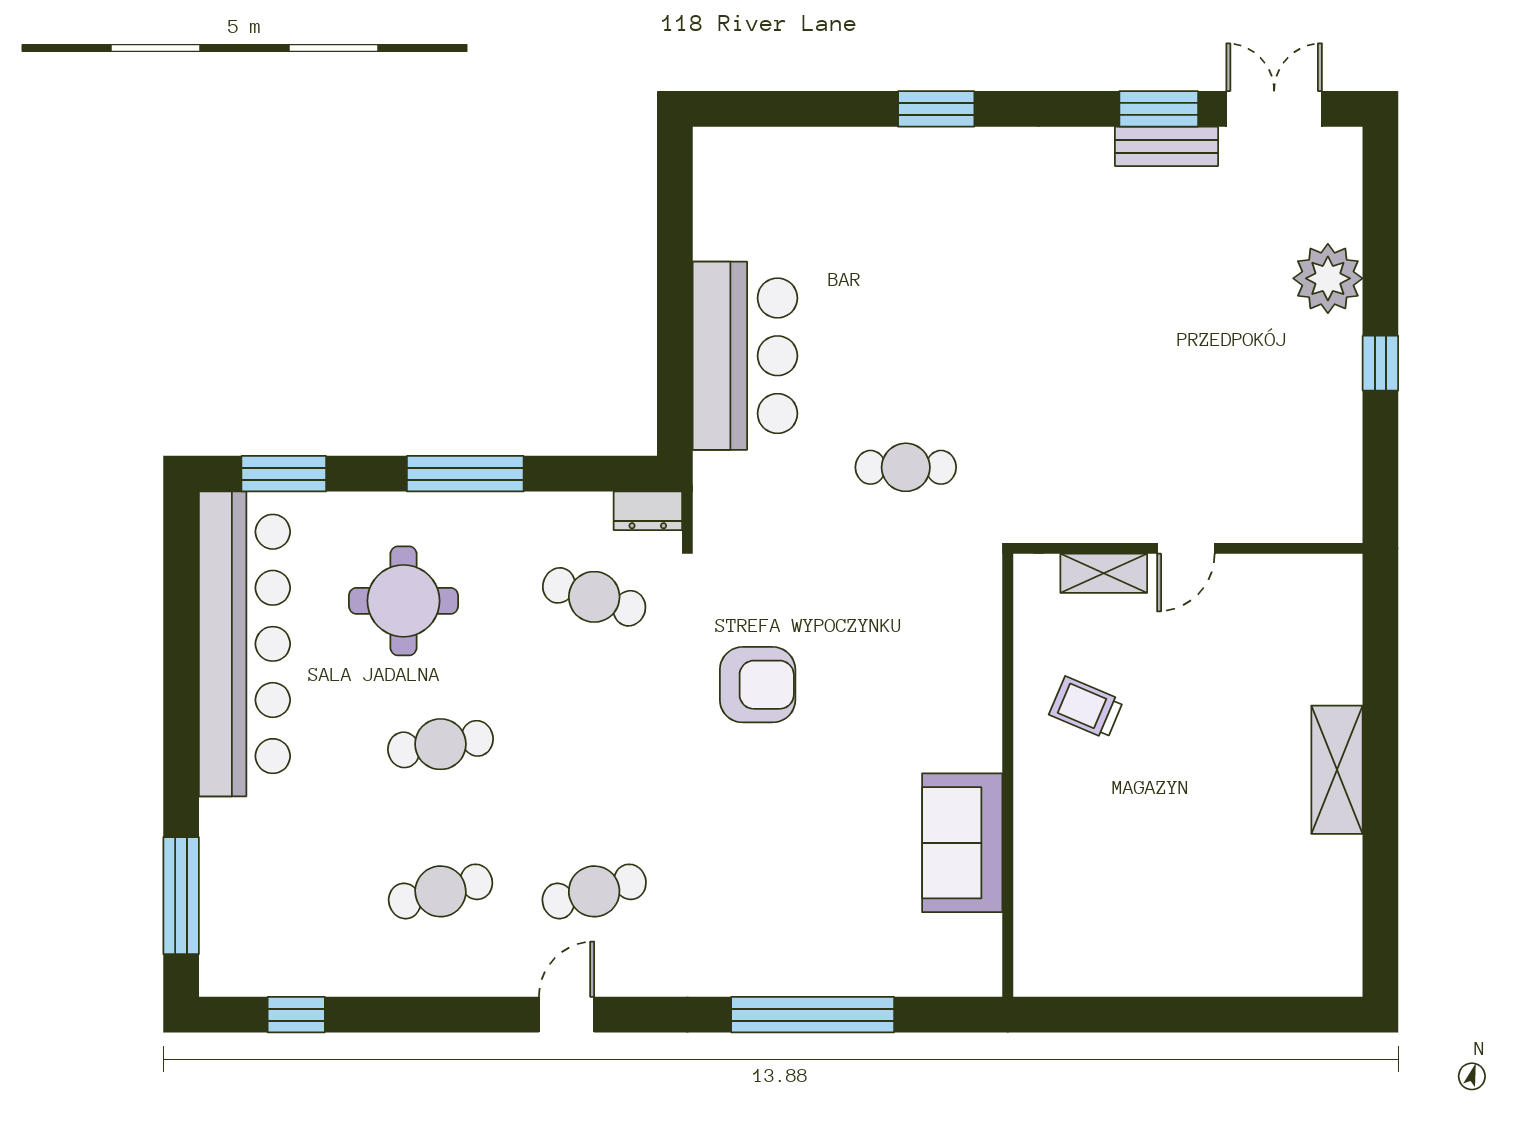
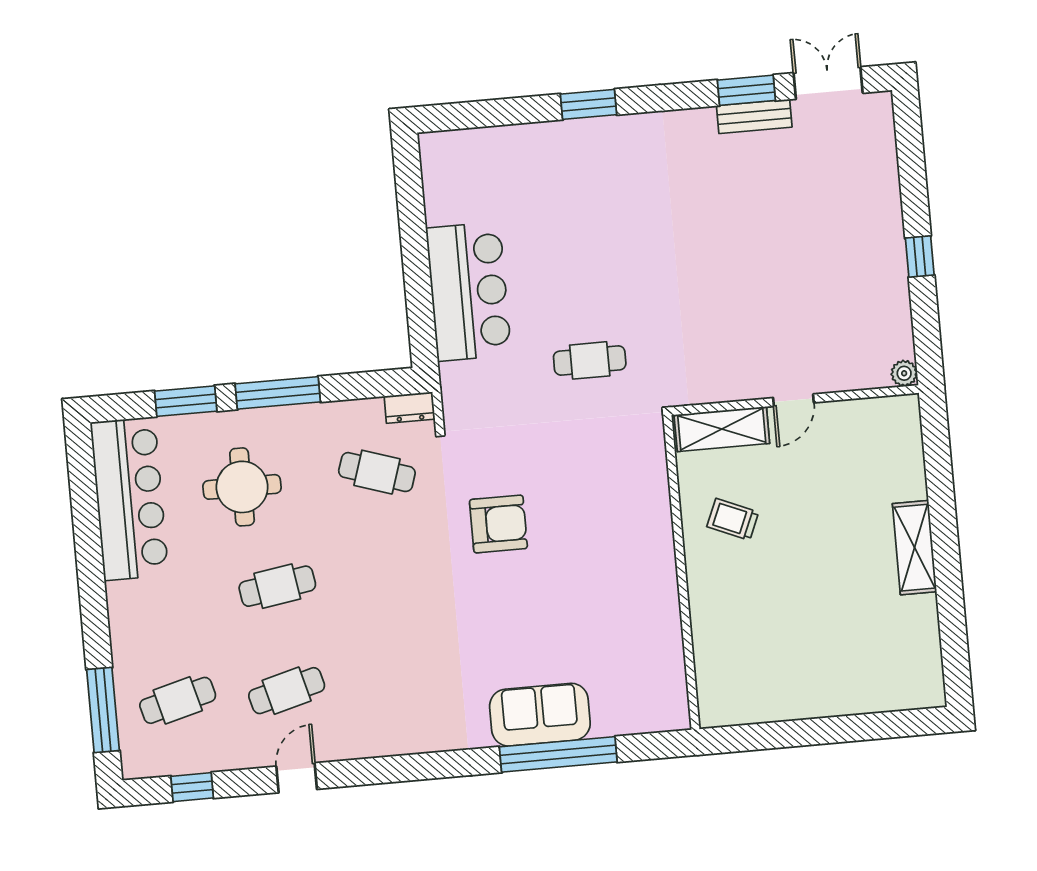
plant: (1328, 278) -> (904, 373), moved, width x0.53, depth x0.53
window: (284, 474) -> (186, 401), moved
shelving: (1104, 573) -> (722, 429), width x1.50, depth x1.33
bar counter: (245, 644) -> (129, 499), width x0.73
sofa: (962, 843) -> (540, 715), moved, turned 90
cafe table: (594, 891) -> (178, 700), moved
door: (567, 1015) -> (297, 778), moved

